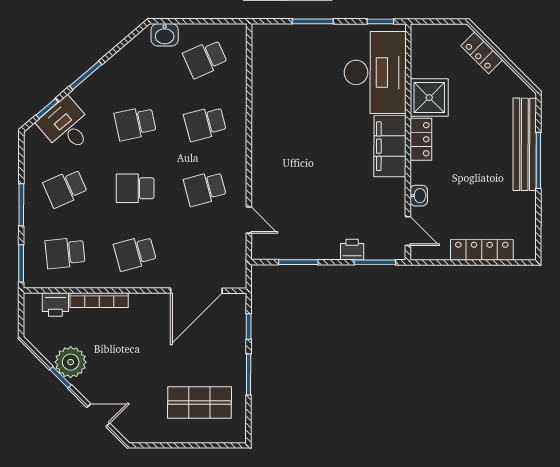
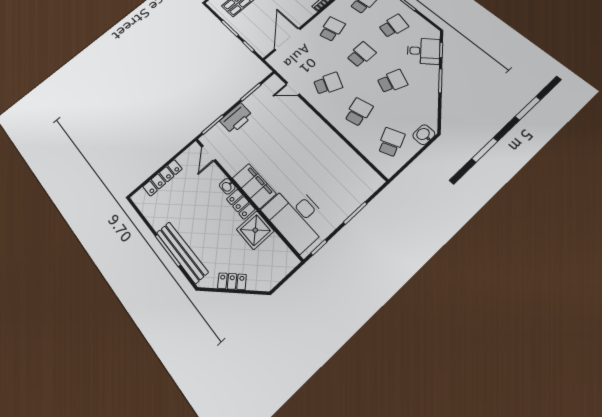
locker: (482, 53) -> (232, 281), moved
school desk: (135, 123) -> (392, 81), turned 33
school desk: (65, 188) -> (393, 26), turned 36
school desk: (205, 188) -> (328, 84), turned 39
washbasin: (419, 196) -> (227, 186), moved
door: (408, 231) -> (209, 153), hinge flipped
printer: (352, 250) -> (236, 118), width x1.87, depth x1.48

